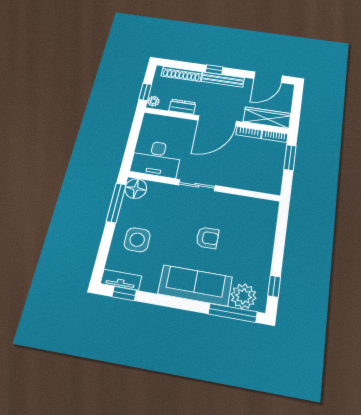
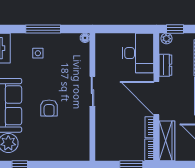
desk: (156, 159) -> (138, 53), moved, turned 180
floor lamp: (136, 189) -> (85, 38), width x0.53, depth x0.53
window: (116, 203) -> (43, 29), moved
side table: (137, 240) -> (38, 53), width x0.54, depth x0.54

